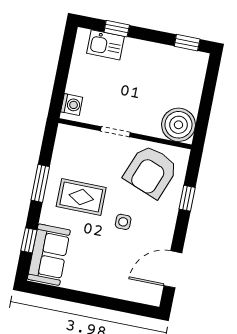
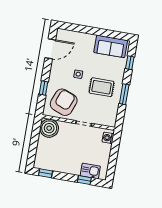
sofa: (49, 255) -> (111, 46), moved, turned -90

